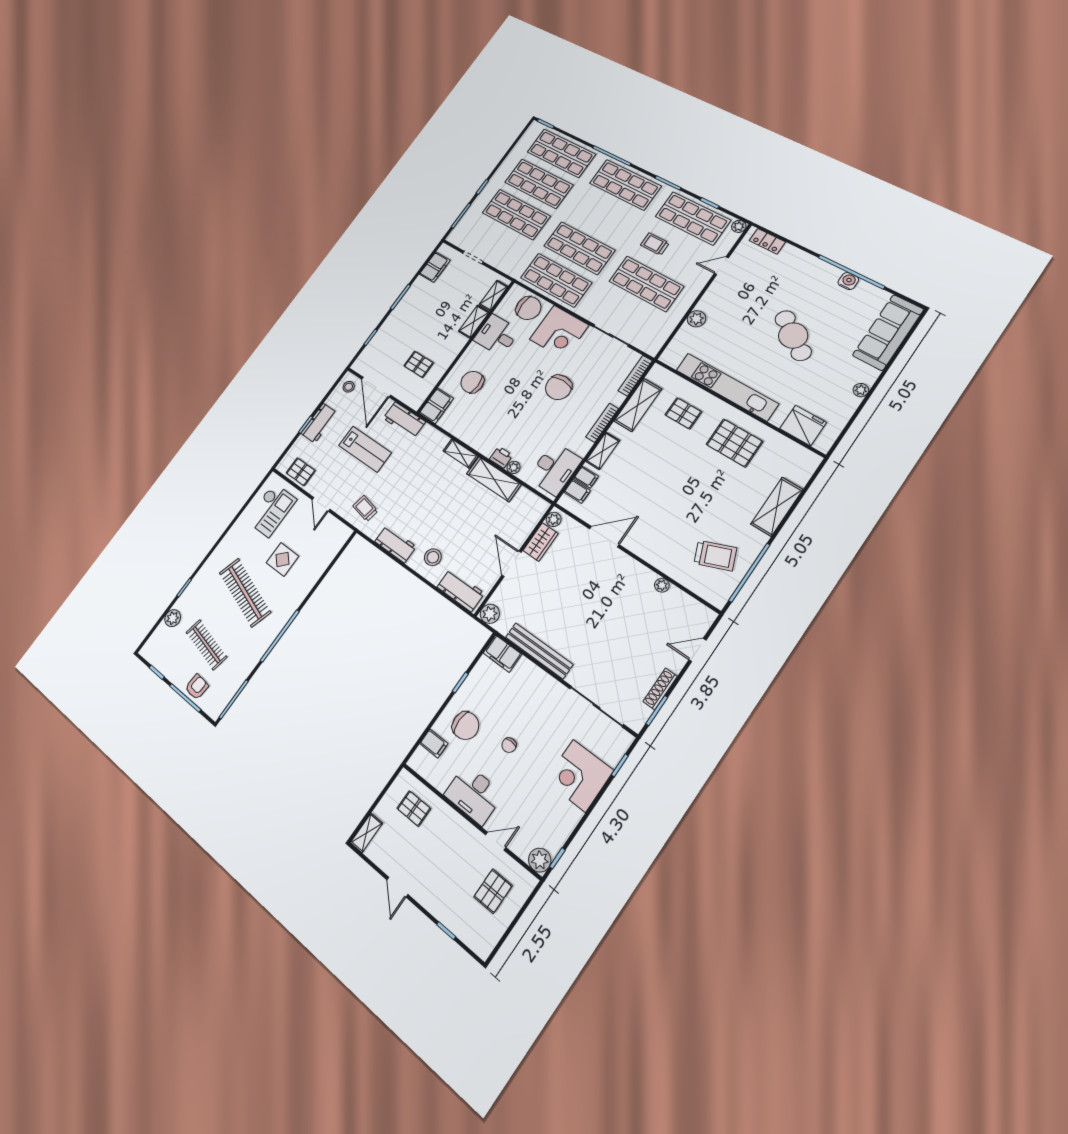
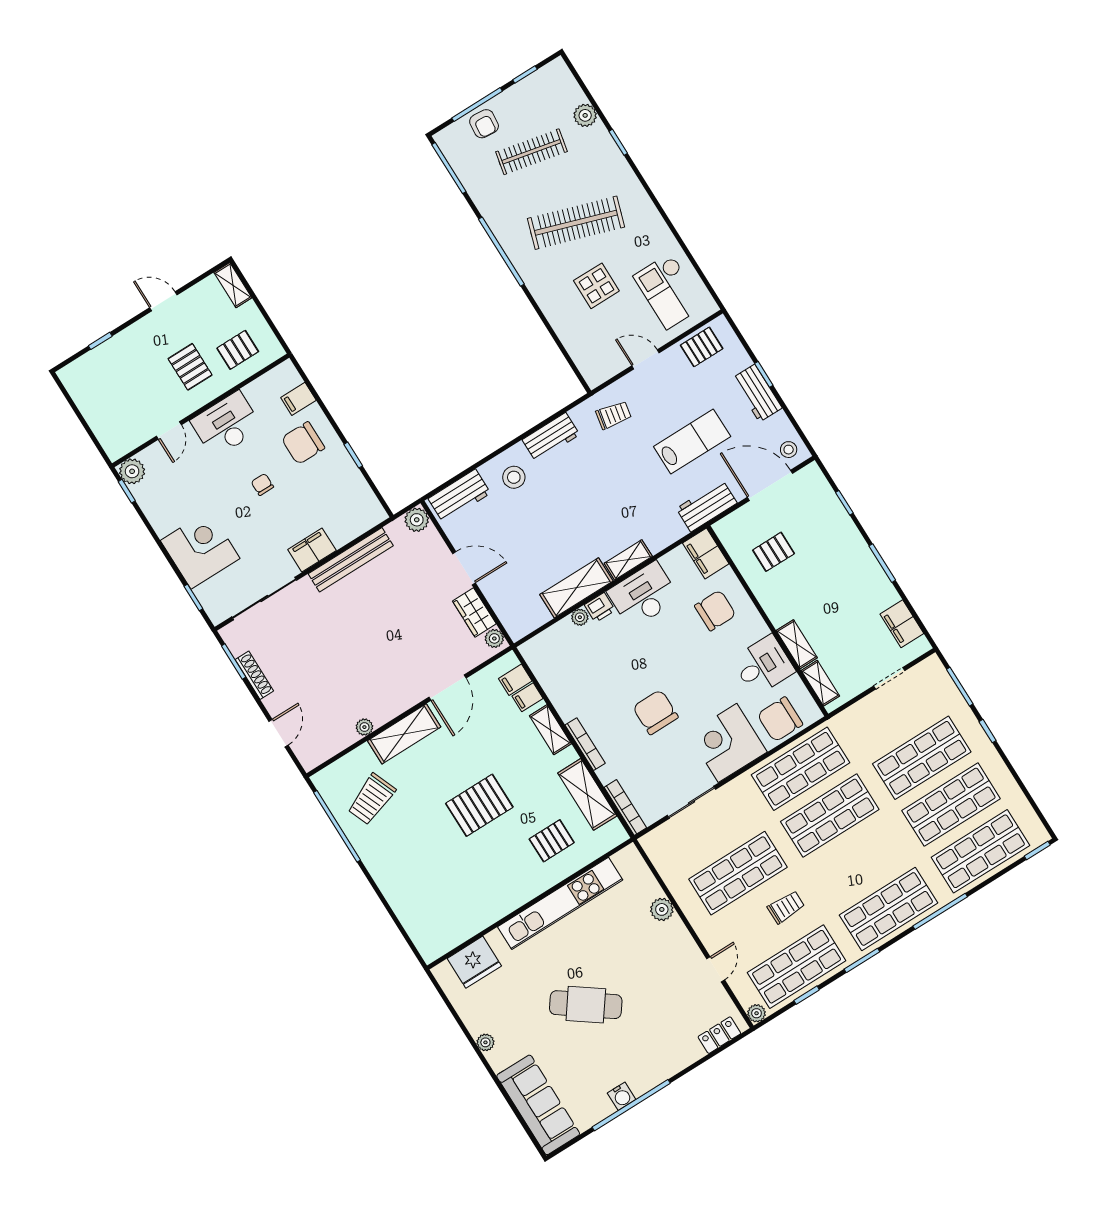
pallet: (734, 443) -> (479, 805), moved
lab bench: (365, 449) -> (692, 441), turned 180
desk: (555, 469) -> (643, 595), moved, turned 90
shelving: (777, 507) -> (404, 734), moved, turned 90
filing cabinet: (502, 654) -> (312, 550), moved
pallet: (493, 891) -> (190, 367), moved

